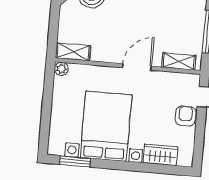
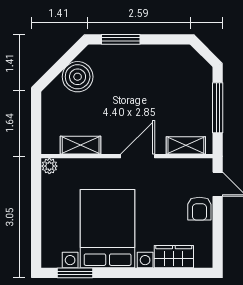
shelving: (73, 52) -> (81, 145), moved
armchair: (186, 116) -> (199, 209), turned 180

